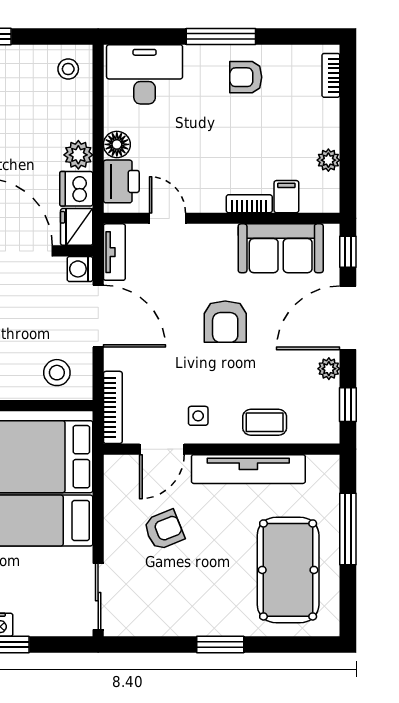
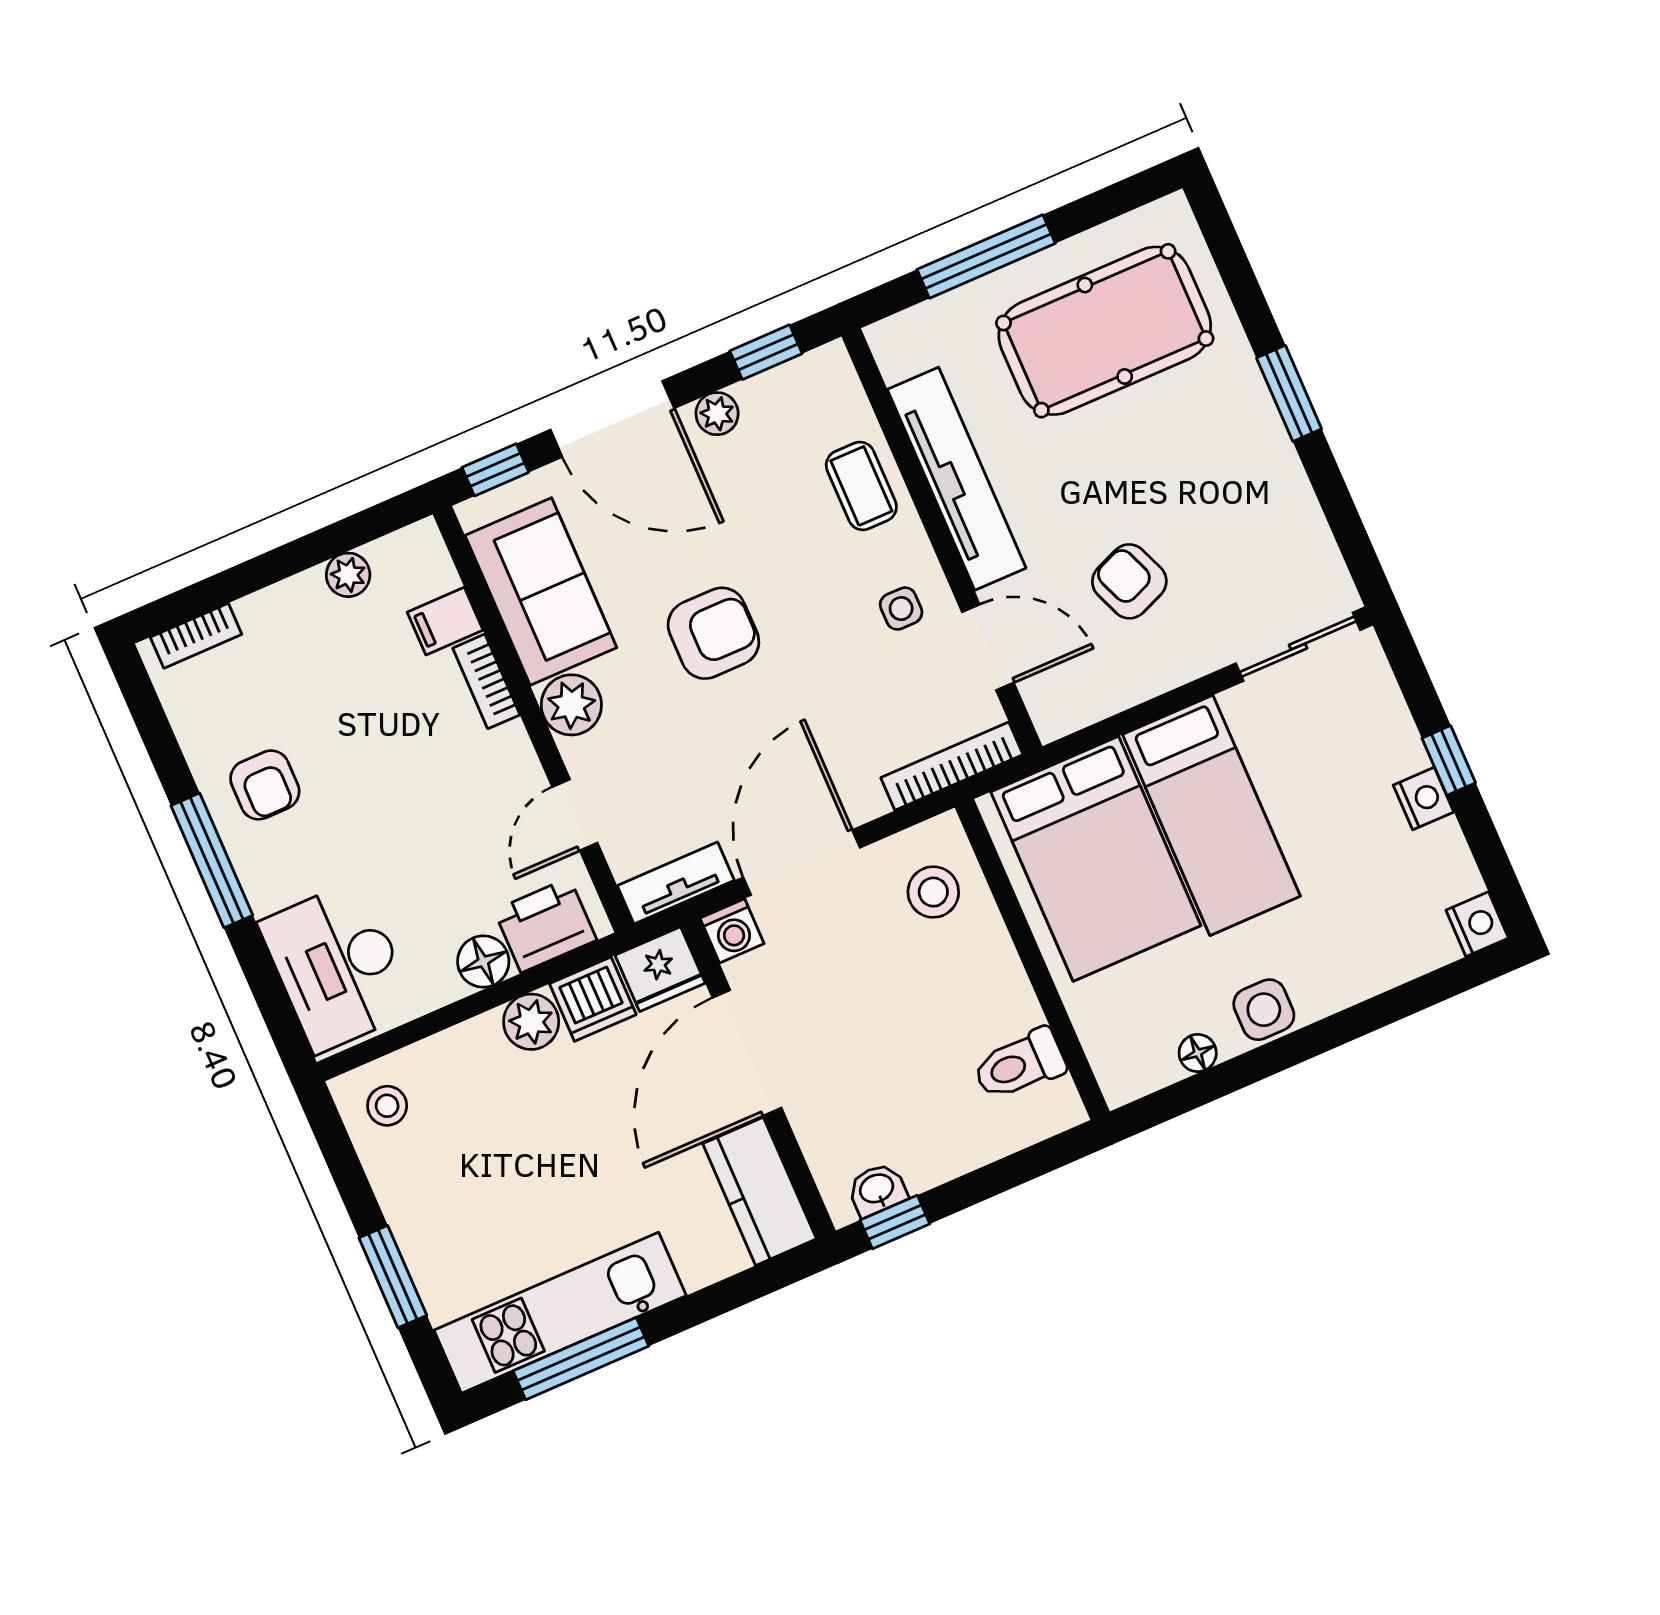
plant: (221, 239) -> (571, 705), added

